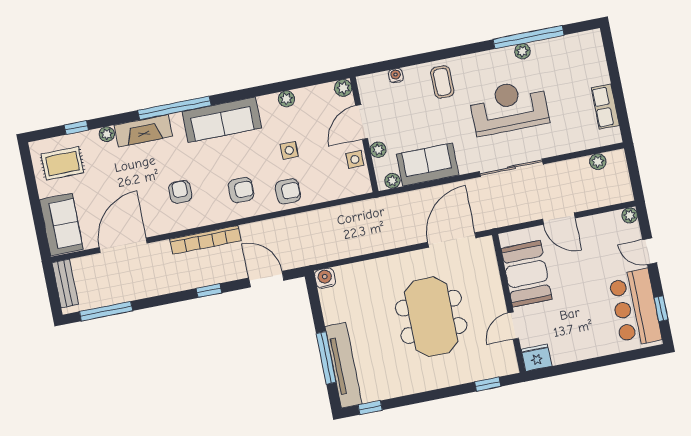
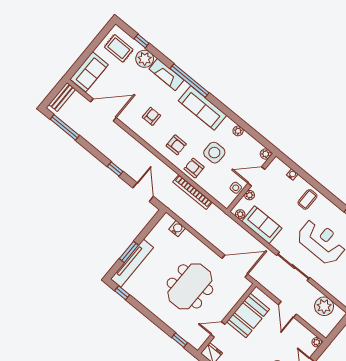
plant: (107, 134) -> (145, 59), width x1.88, depth x1.88
side table: (289, 150) -> (214, 153), width x1.87, depth x1.87
plant: (598, 162) -> (324, 306), width x1.88, depth x1.88
armchair: (288, 191) -> (194, 168), turned 180
bookcase: (205, 240) -> (193, 192), moved
water cooler: (325, 278) -> (177, 229), moved
window: (326, 358) -> (129, 252), width x0.69

